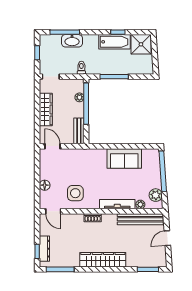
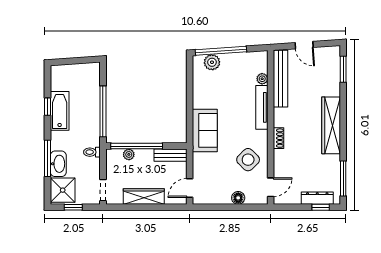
window: (65, 32) -> (48, 158), moved
shower: (141, 44) -> (63, 190), moved
window: (114, 77) -> (103, 111), width x1.46
sofa: (124, 158) -> (205, 130), moved
side table: (75, 193) -> (248, 160), turned 45
plant: (156, 195) -> (212, 62), moved

